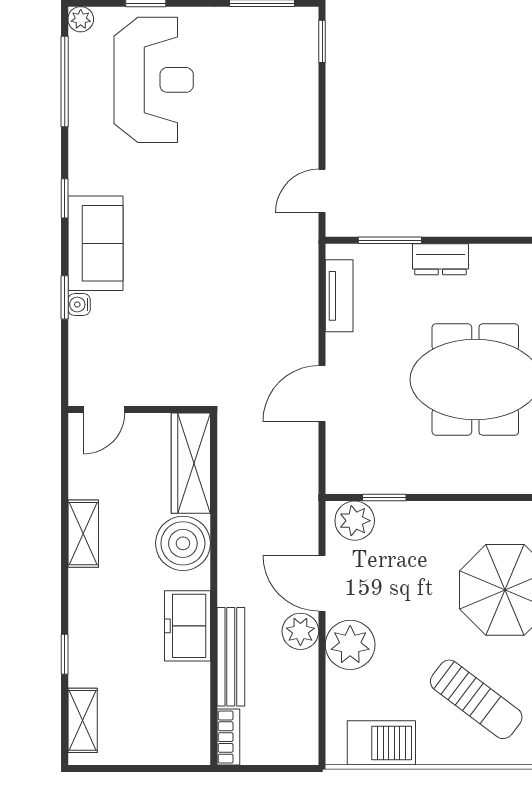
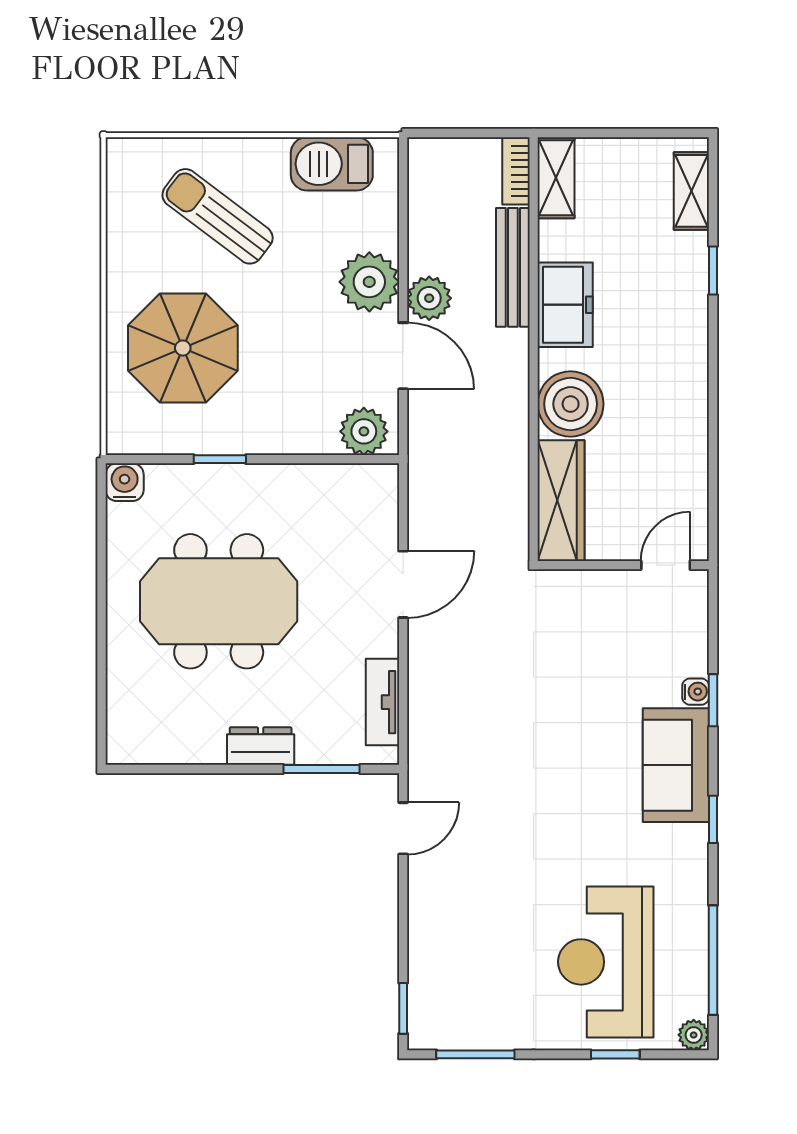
window: (384, 498) -> (220, 459), moved
shelving: (83, 534) -> (556, 178), moved

